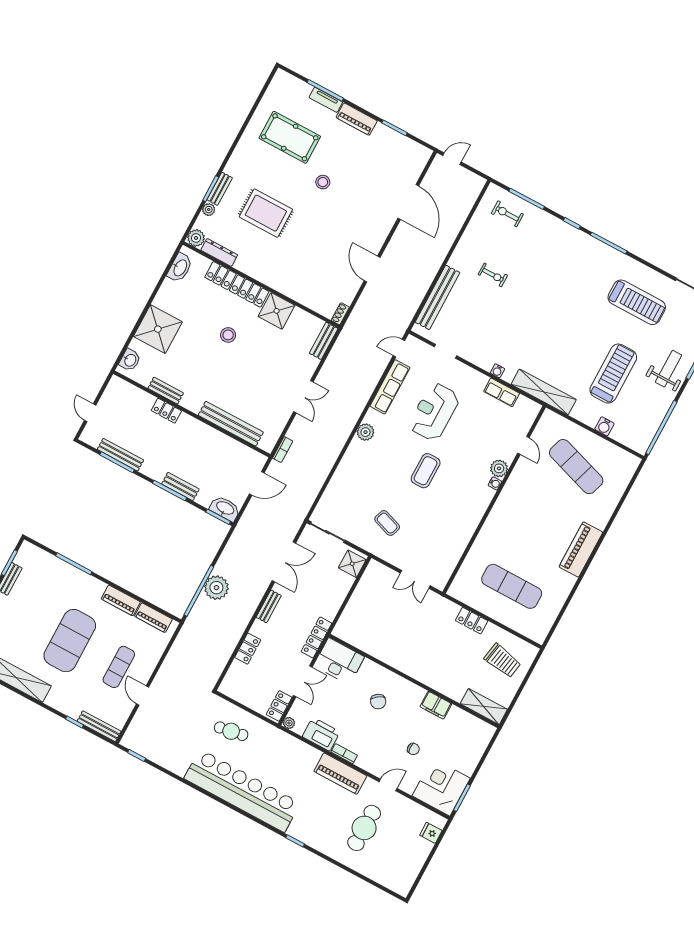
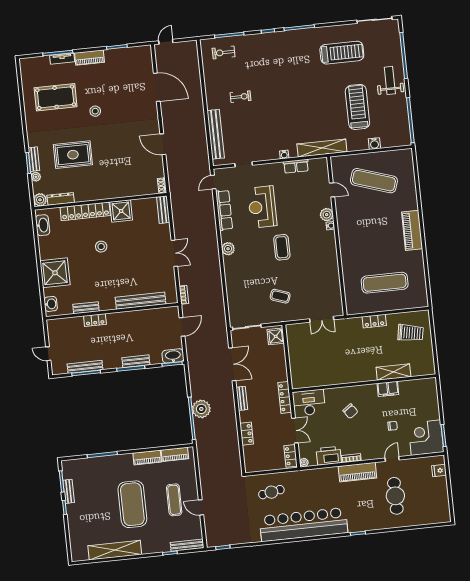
shelving: (484, 707) -> (393, 372), moved

